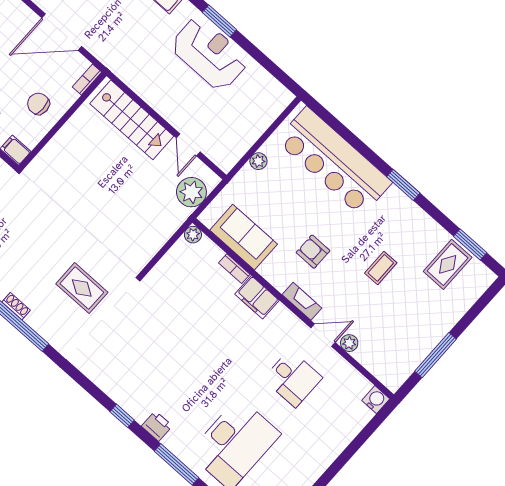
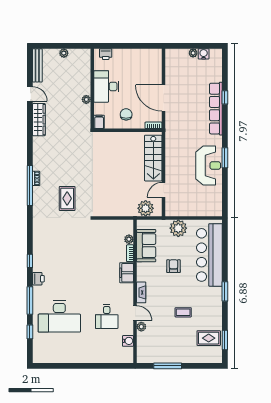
plant: (258, 161) -> (178, 228), width x1.88, depth x1.88
plant: (193, 235) -> (129, 239), moved
armchair: (313, 252) -> (173, 266), moved
water cooler: (376, 400) -> (128, 341), moved

